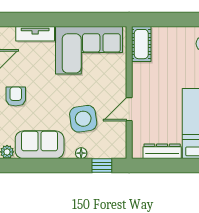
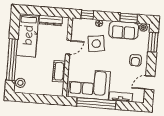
window: (75, 20) -> (96, 103), added
cot: (141, 44) -> (59, 71), moved
window: (33, 166) -> (129, 18), added

